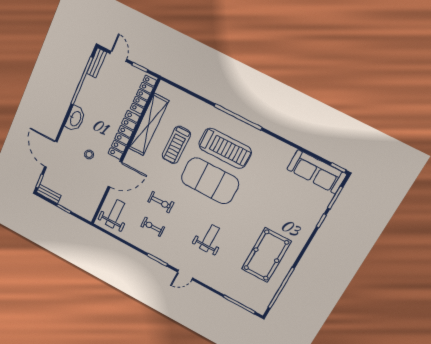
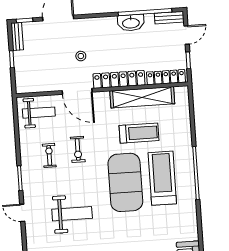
washbasin: (75, 119) -> (131, 23), moved
treadmill: (176, 145) -> (139, 133), turned 180
treadmill: (225, 148) -> (162, 178), turned 180
weight bench: (209, 238) -> (72, 214), width x1.36, depth x1.33

